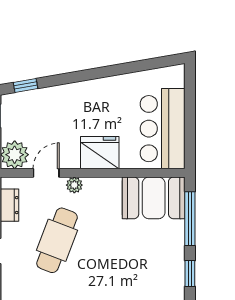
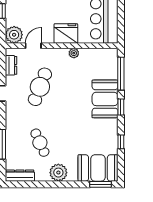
plant: (74, 185) -> (74, 53), moved
booth: (154, 198) -> (105, 99), moved, turned 90

